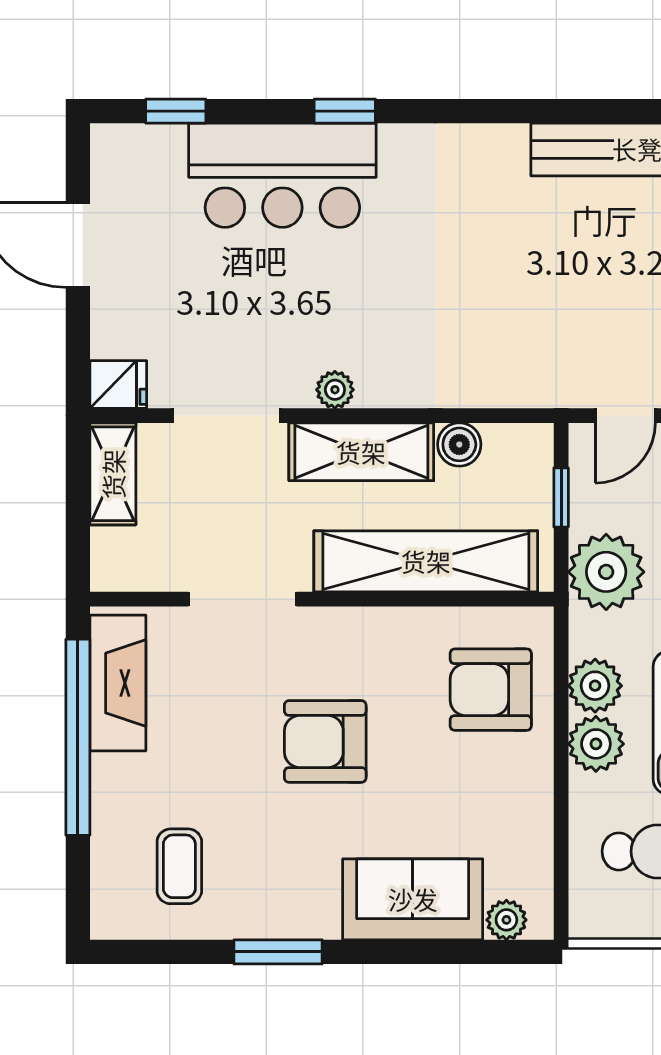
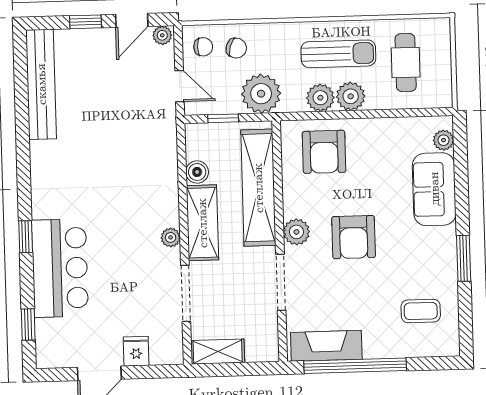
fridge: (118, 384) -> (136, 351), moved
plant: (338, 632) -> (296, 232), added

